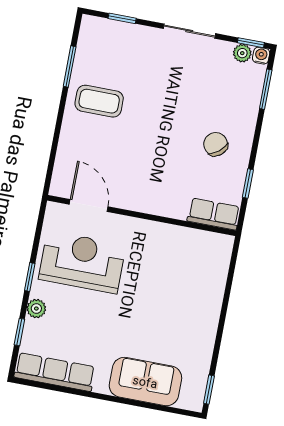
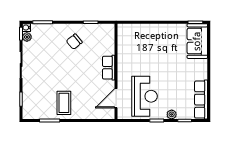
row of seats: (214, 214) -> (109, 68), moved
reception desk: (82, 262) -> (145, 96), turned 180
sofa: (145, 382) -> (197, 41), moved

